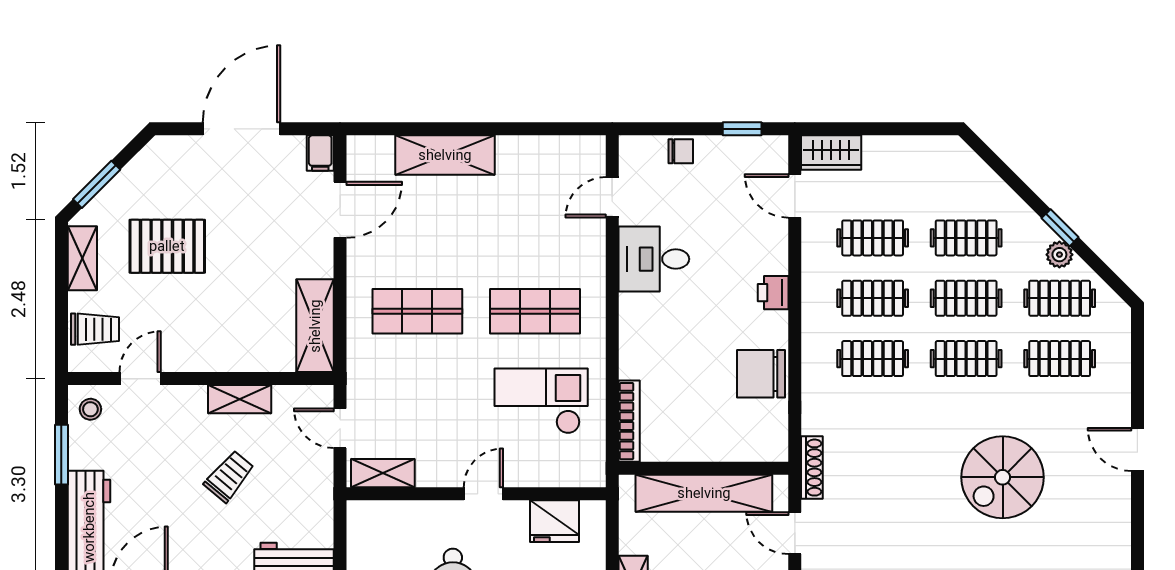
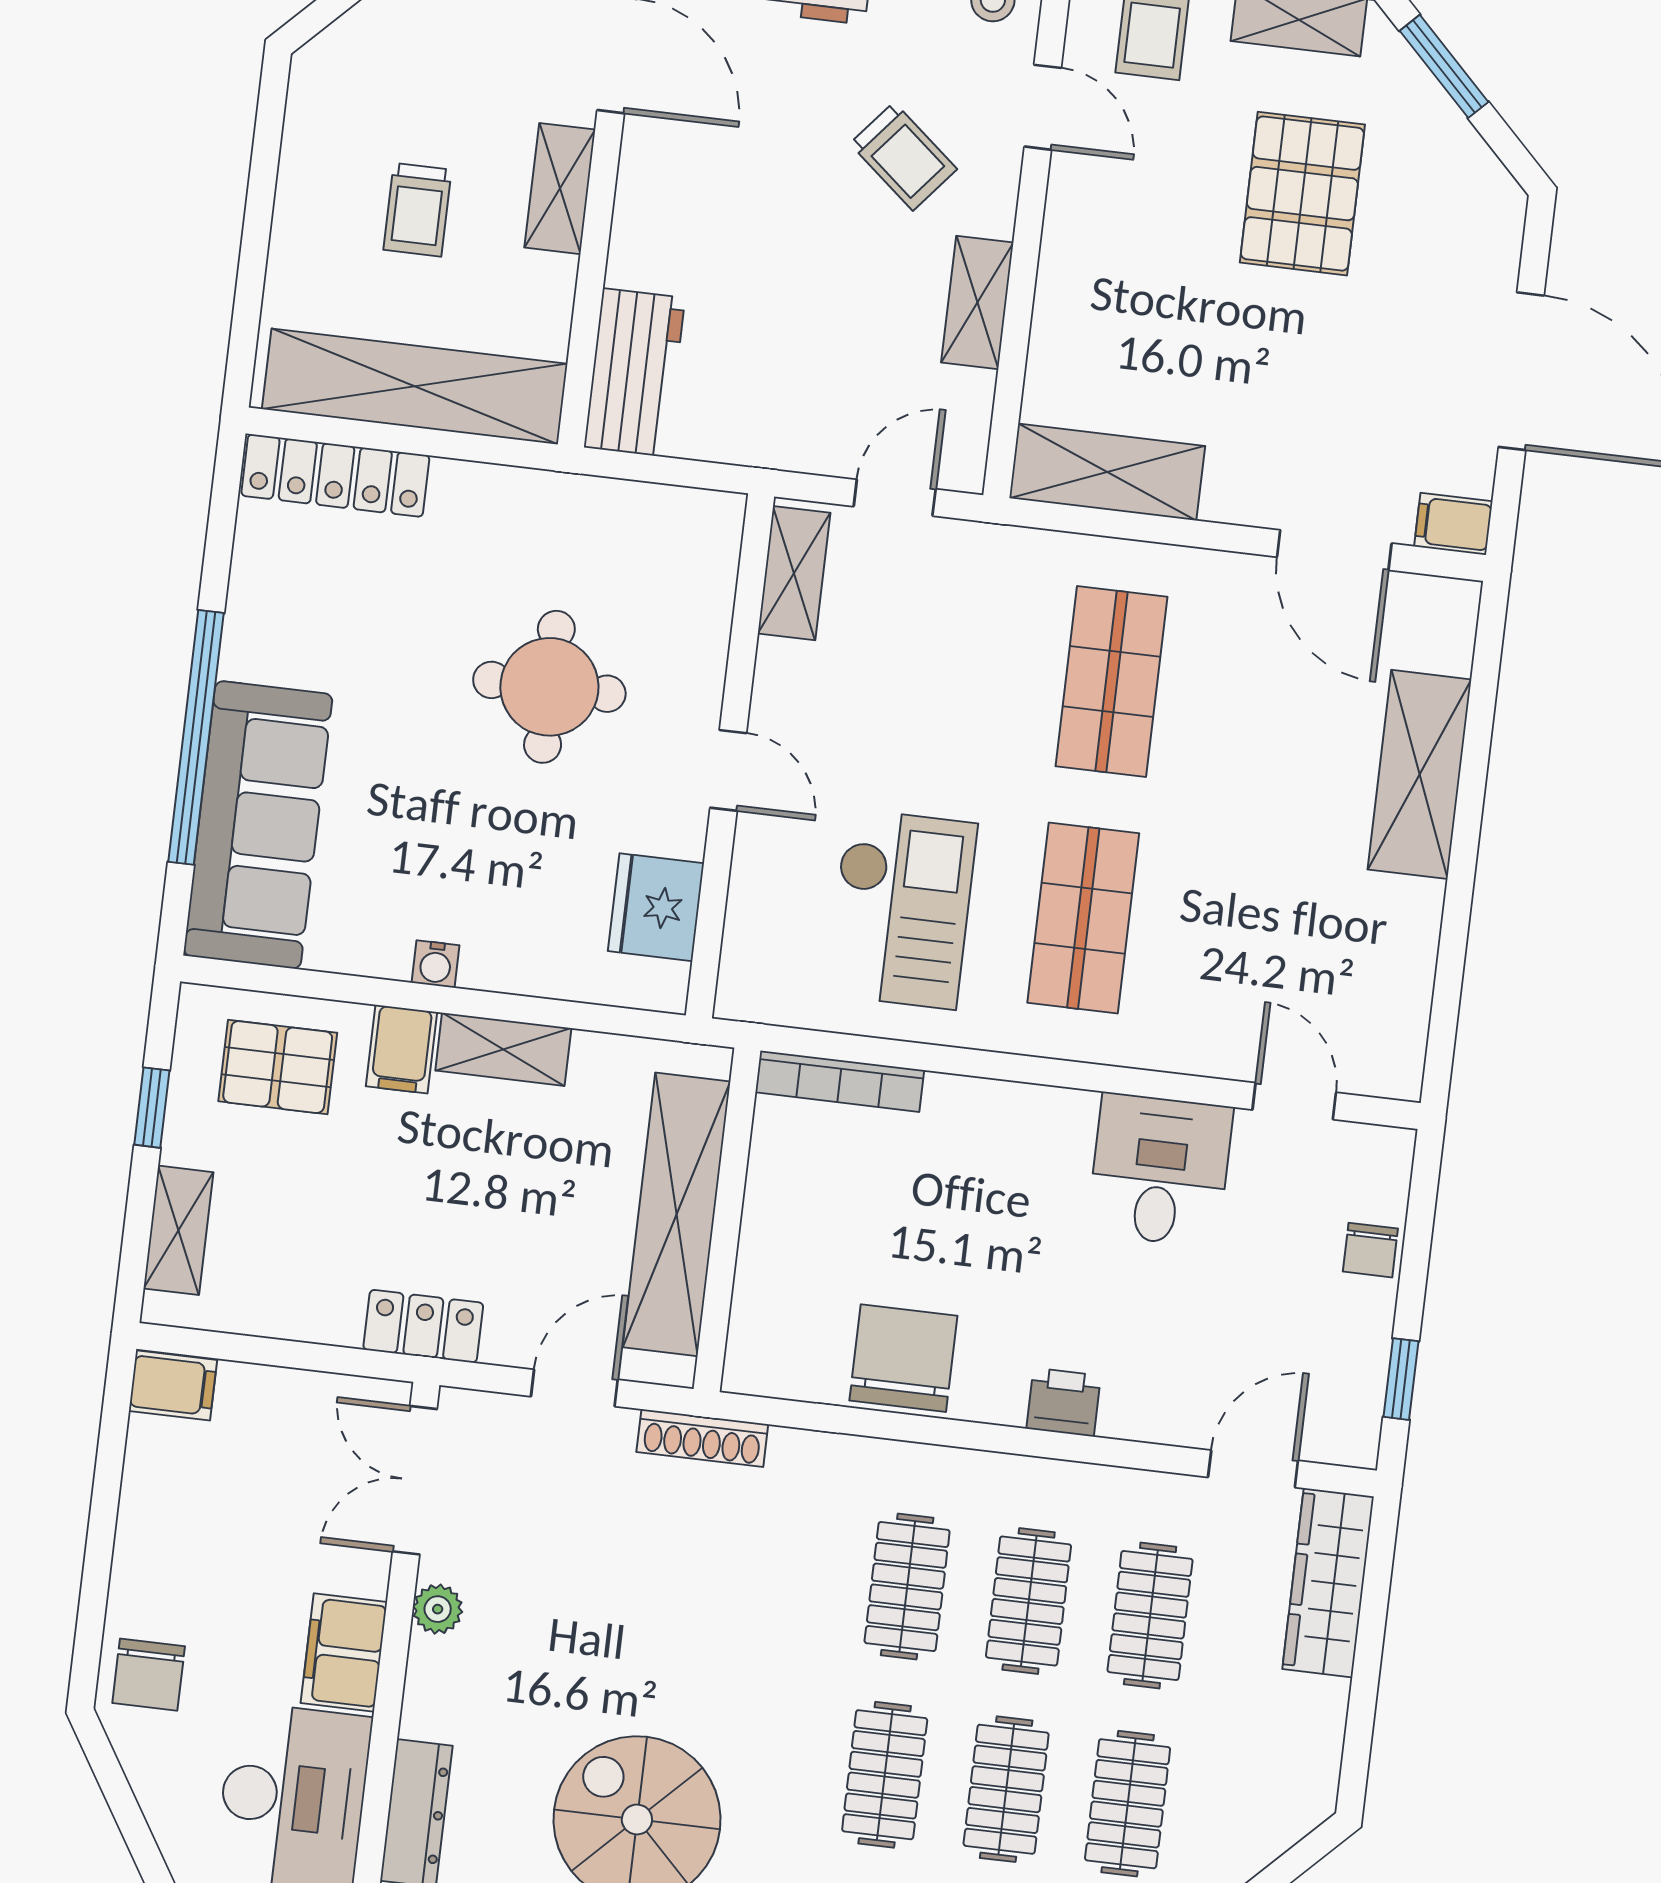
wardrobe: (831, 153) -> (1328, 1583), width x1.50
trolley: (229, 476) -> (903, 156), moved

